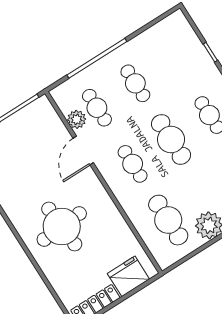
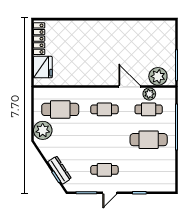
cafe table: (135, 83) -> (149, 140), width x1.37, depth x1.35
plant: (47, 122) -> (158, 76), added
cafe table: (171, 139) -> (104, 140), removed
round table: (62, 227) -> (95, 47), removed

